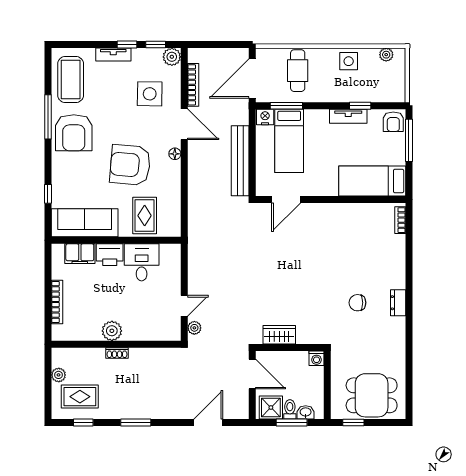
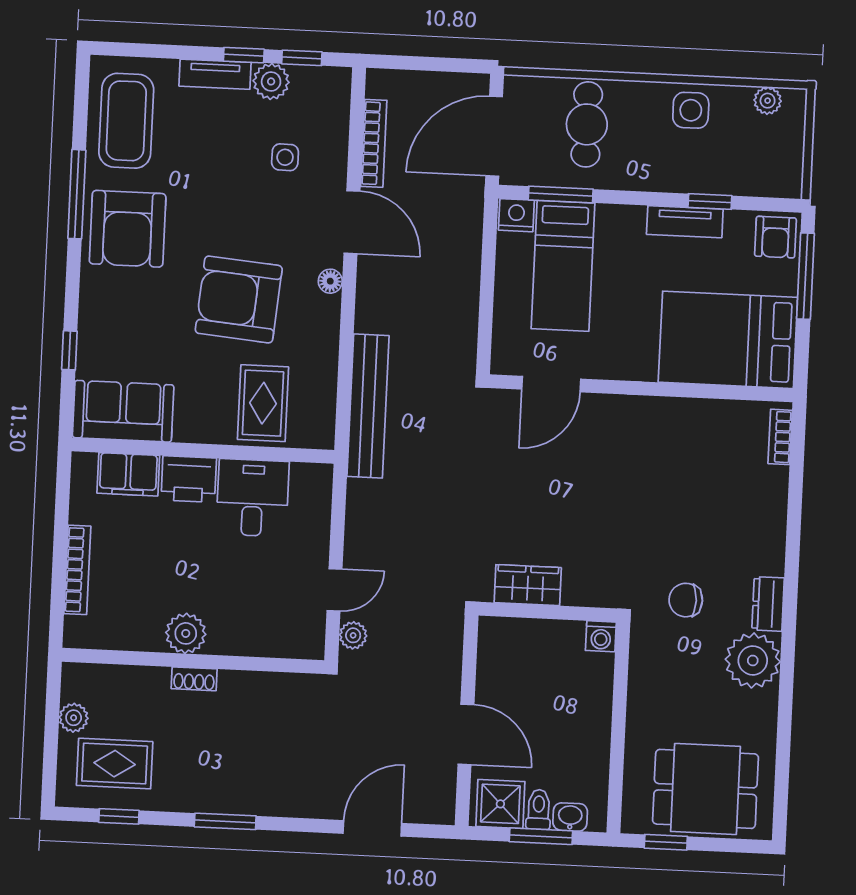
plant: (172, 57) -> (271, 81), moved
side table: (150, 94) -> (285, 157), width x0.54, depth x0.54
bench: (240, 161) -> (368, 406), moved
bed: (372, 181) -> (728, 340), width x1.50
sofa: (85, 223) -> (123, 411), width x0.73
plant: (392, 331) -> (753, 660), added
wardrobe: (279, 335) -> (528, 585), moved
wall: (290, 348) -> (548, 612), moved
washing machine: (316, 358) -> (601, 636), moved

